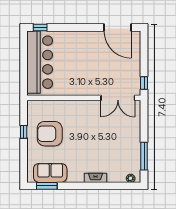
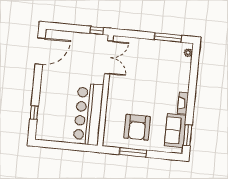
window: (40, 28) -> (34, 113), moved
bar counter: (40, 62) -> (88, 114), moved, turned -90
window: (24, 132) -> (133, 152), width x2.17
fireplace: (95, 178) -> (183, 103), moved

